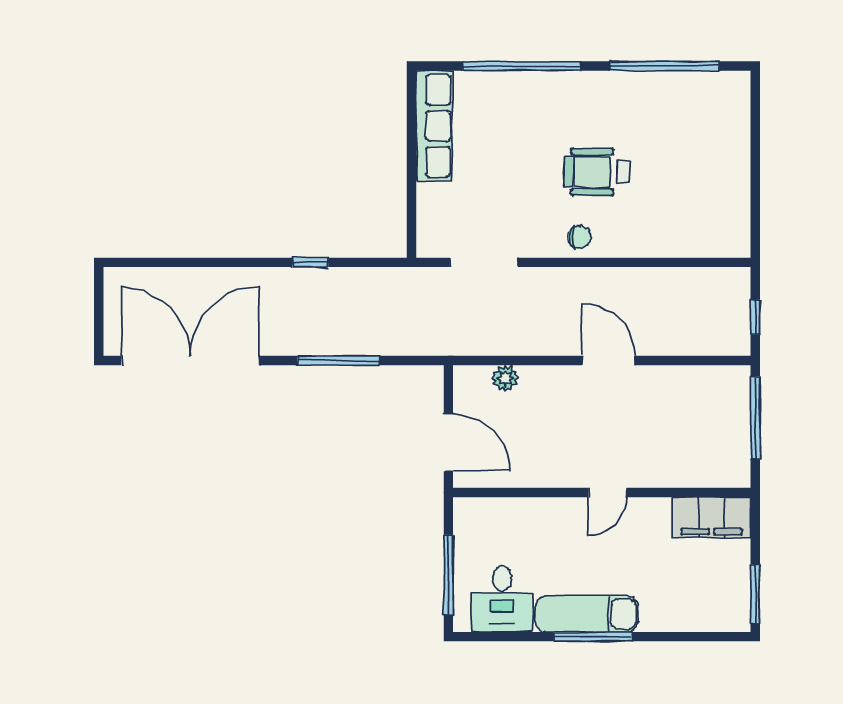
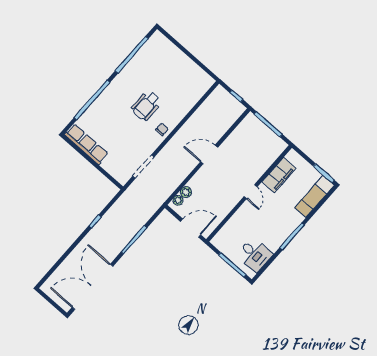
plant: (478, 377) -> (178, 200), added
filing cabinet: (711, 517) -> (279, 175), moved
exam couch: (586, 614) -> (315, 196), moved

